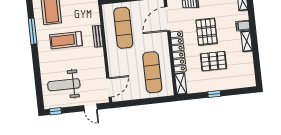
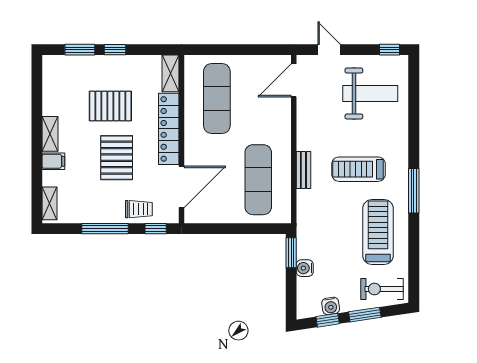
treadmill: (66, 40) -> (359, 169), turned 180
window: (235, 92) -> (80, 50), added

